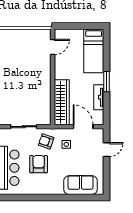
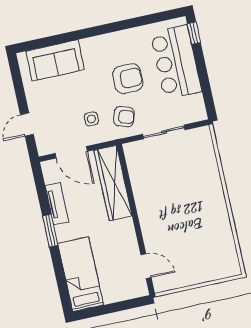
door: (53, 47) -> (146, 266), swing flipped
armchair: (39, 164) -> (128, 79), turned -90

